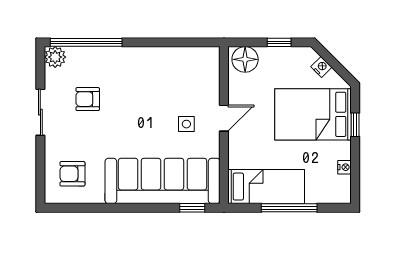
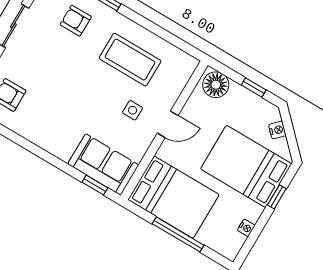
coffee table: (158, 82) -> (130, 60), added
armchair: (88, 99) -> (76, 21), moved
sofa: (163, 181) -> (103, 165), width x0.54, depth x0.79
bed: (266, 187) -> (173, 197), width x1.50

